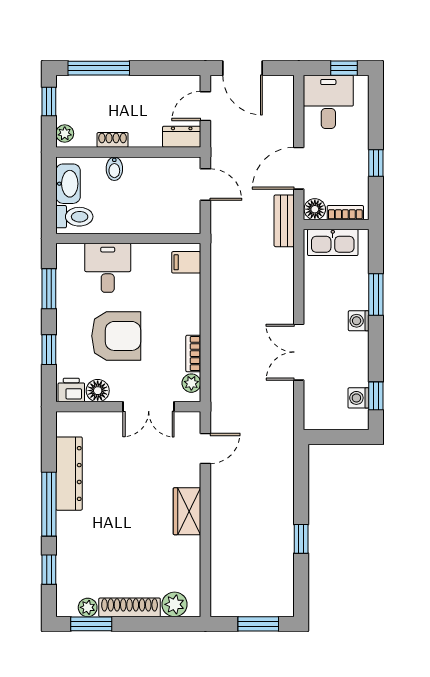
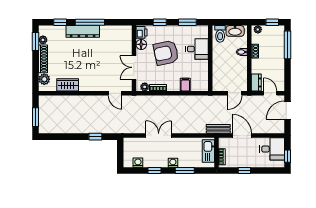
floor lamp: (315, 209) -> (223, 143), removed
filing cabinet: (186, 262) -> (185, 85), moved
armchair: (116, 336) -> (166, 53), turned 78
window: (376, 396) -> (155, 171), moved
dresser: (69, 474) -> (83, 31), moved
wardrobe: (187, 511) -> (68, 85), moved
window: (301, 539) -> (95, 137), moved

